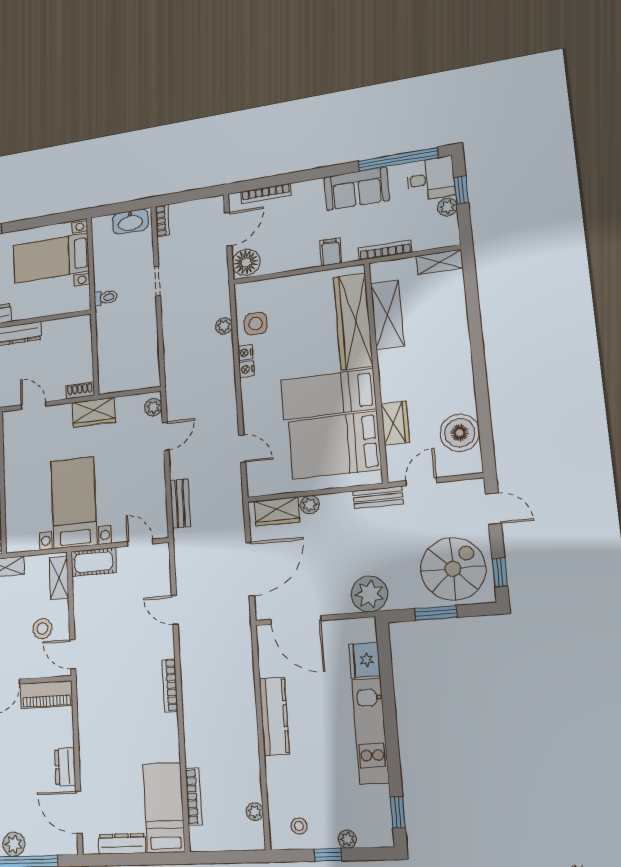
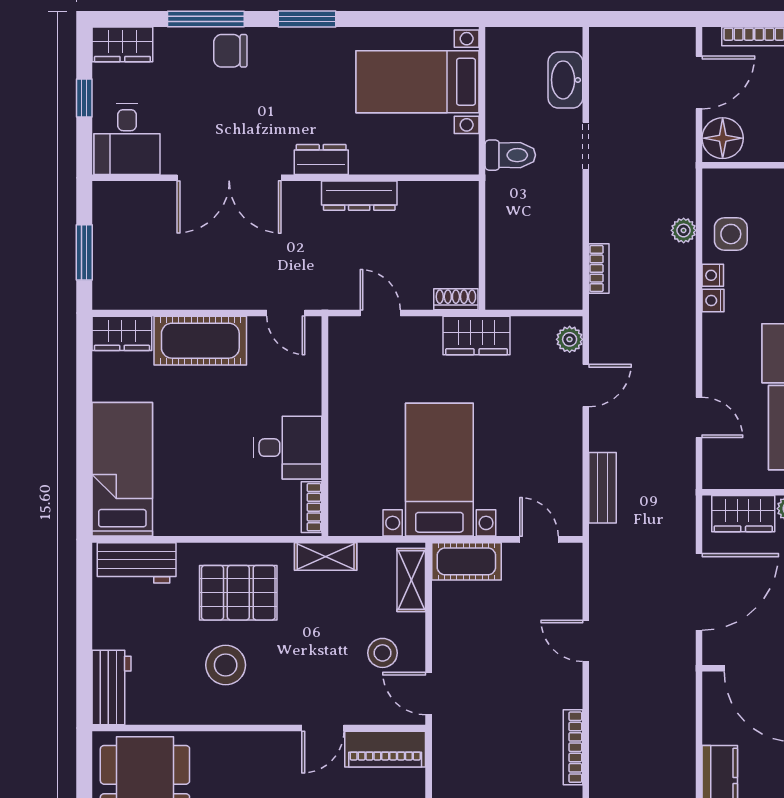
bookcase: (162, 221) -> (599, 268), moved
washbasin: (130, 222) -> (565, 80), moved, turned 90
toilet: (106, 298) -> (510, 155), width x1.37, depth x1.39

